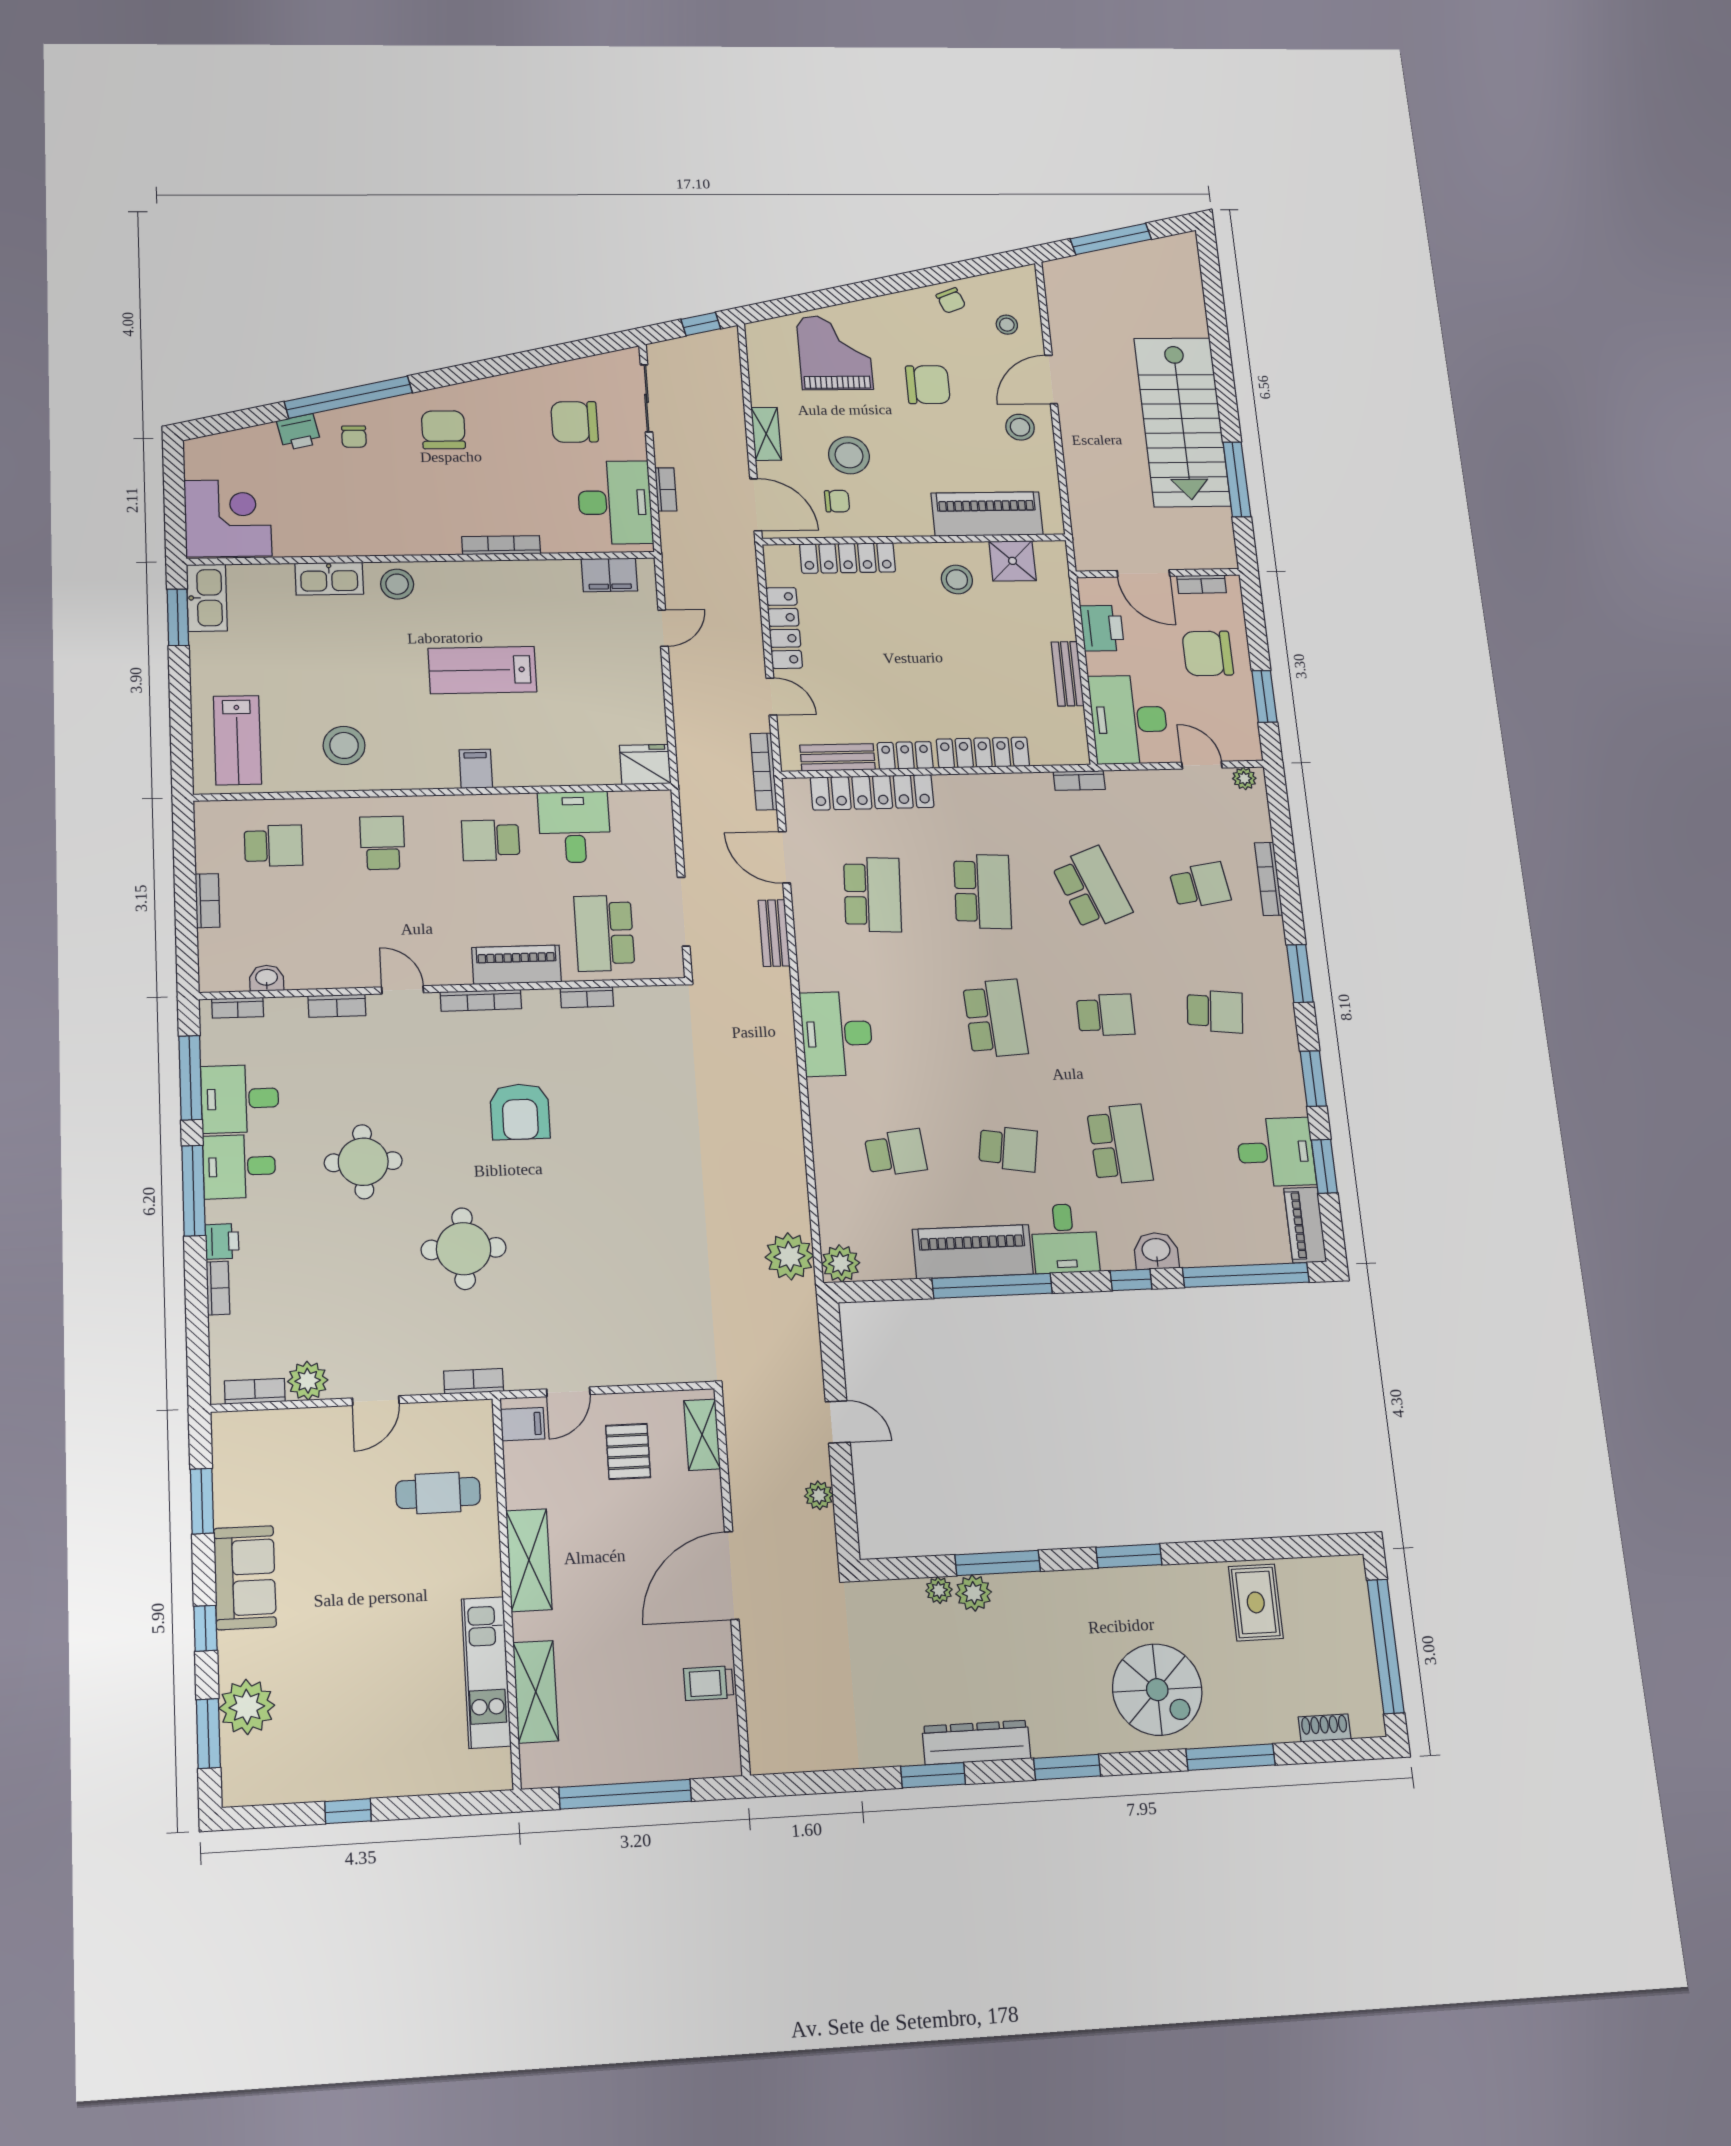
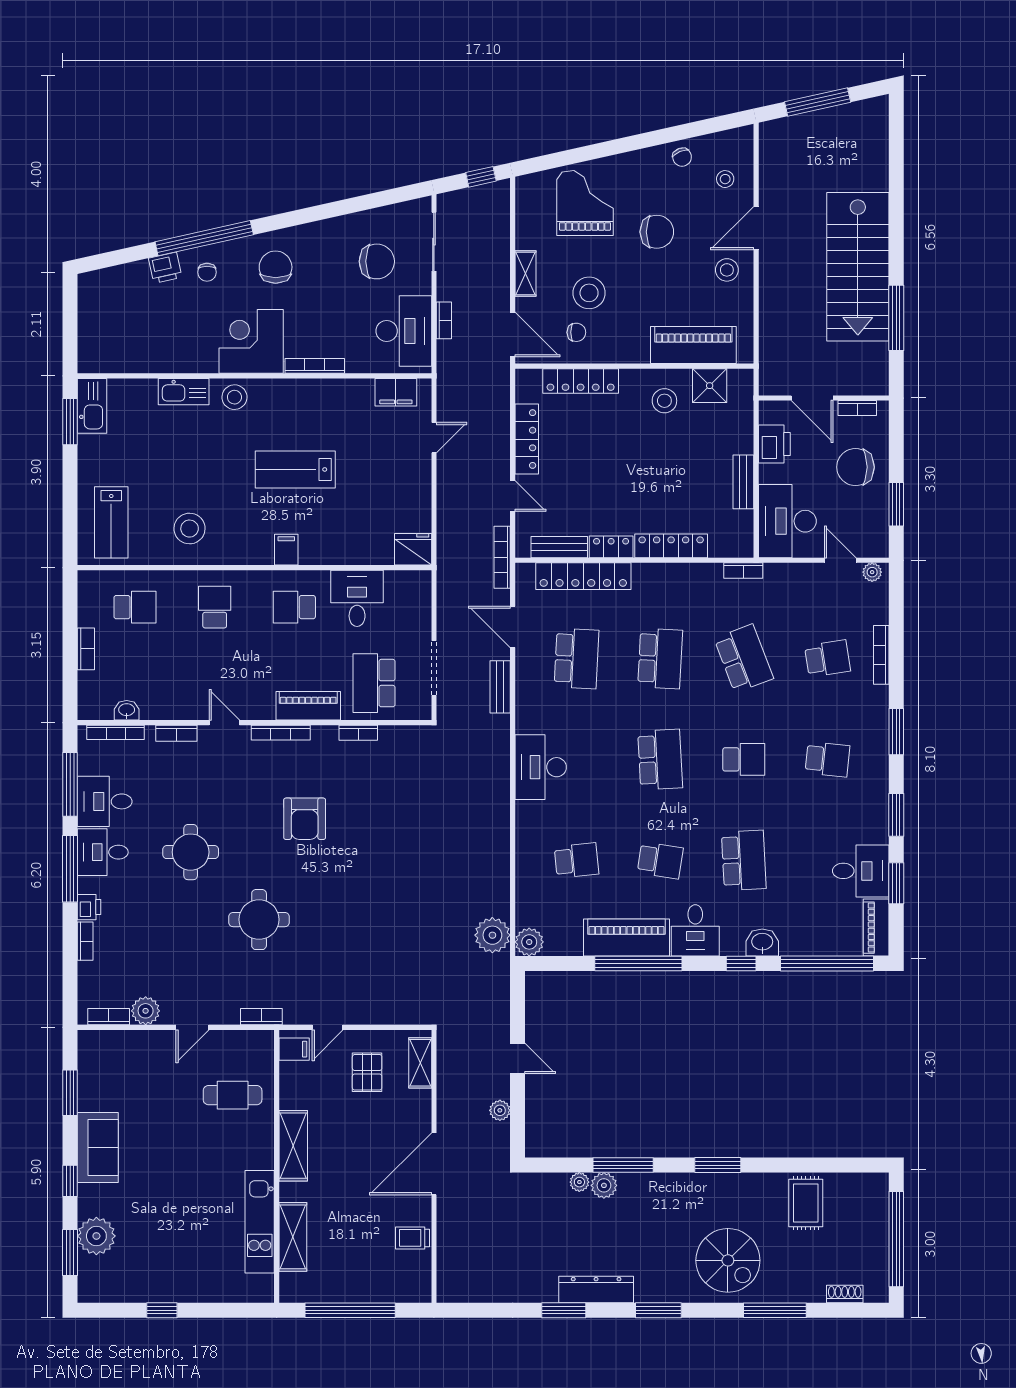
chair: (575, 422) -> (377, 261), turned 180
corner desk: (228, 518) -> (251, 341), moved, turned -90
bookcase: (238, 1008) -> (116, 732), width x1.56

